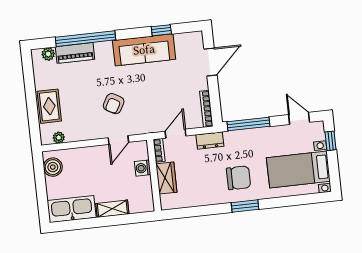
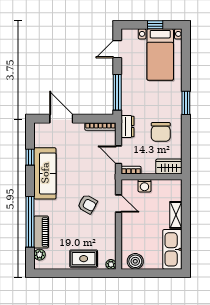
plant: (59, 138) -> (111, 264), moved
window: (330, 141) -> (155, 25), moved
wardrobe: (166, 178) -> (169, 167), moved
chair: (239, 178) -> (161, 132), moved, turned 180

